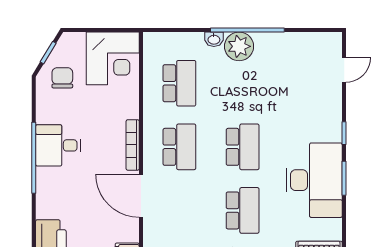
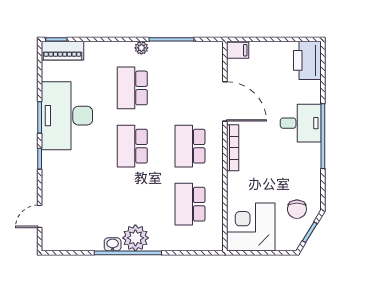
washbasin: (214, 39) -> (113, 244), moved
desk: (58, 145) -> (301, 123), moved

